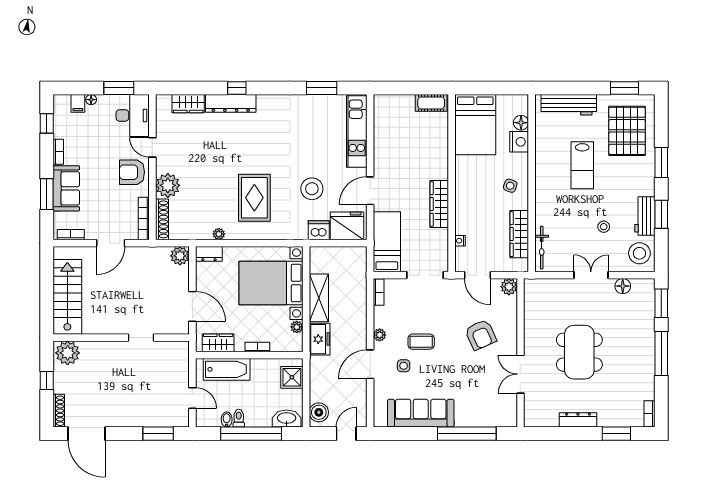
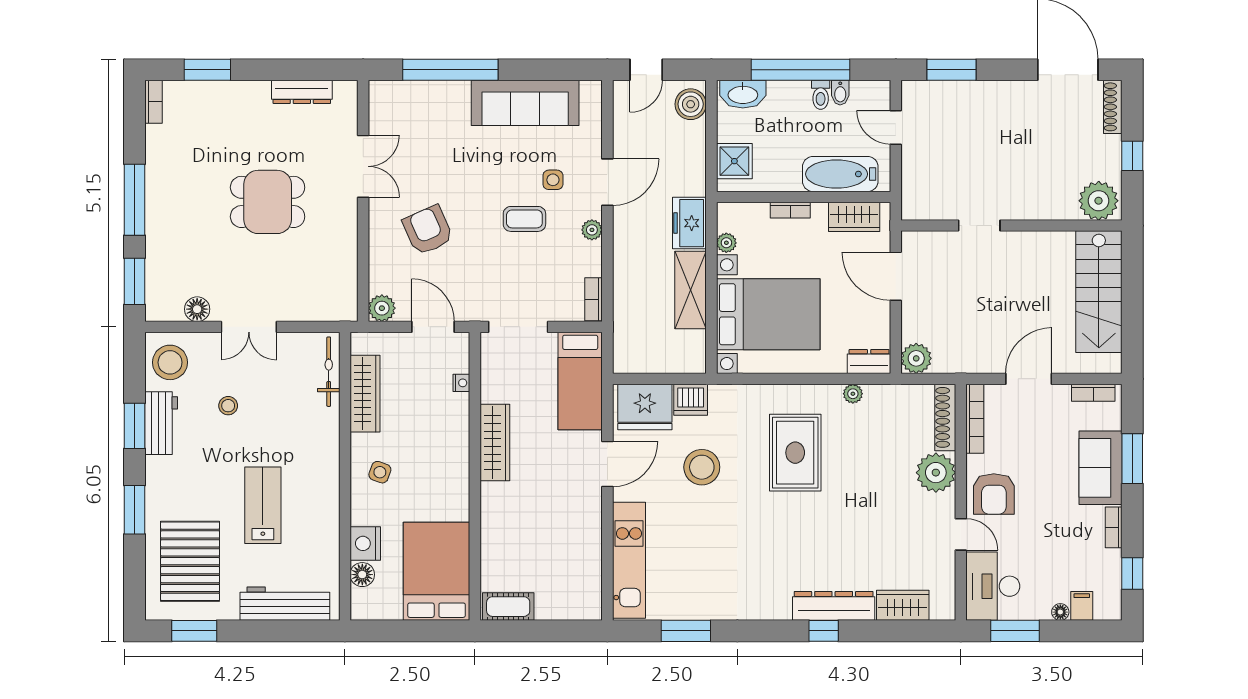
armchair: (132, 172) -> (994, 494), turned 90
dining table: (579, 352) -> (268, 202), width x0.73
dresser: (578, 420) -> (302, 92), moved

